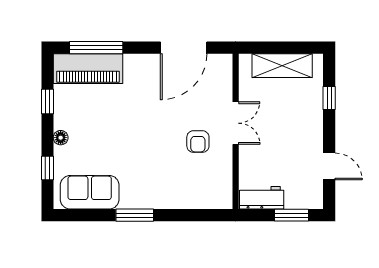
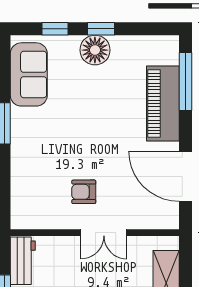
piano: (88, 69) -> (163, 103), moved
window: (47, 101) -> (101, 29), moved
floor lamp: (61, 138) -> (95, 50), width x1.89, depth x1.89

